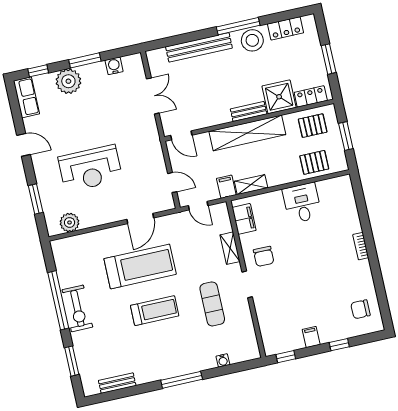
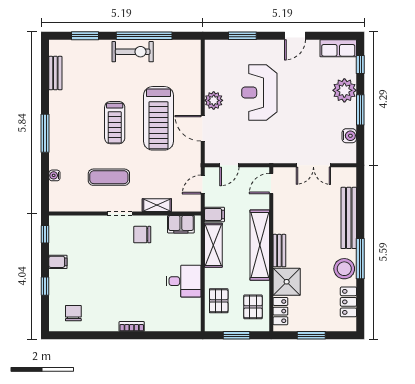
shelving: (251, 185) -> (213, 245), width x1.50, depth x1.33
plant: (70, 222) -> (214, 100), moved
exercise bike: (77, 308) -> (133, 52), turned 180

